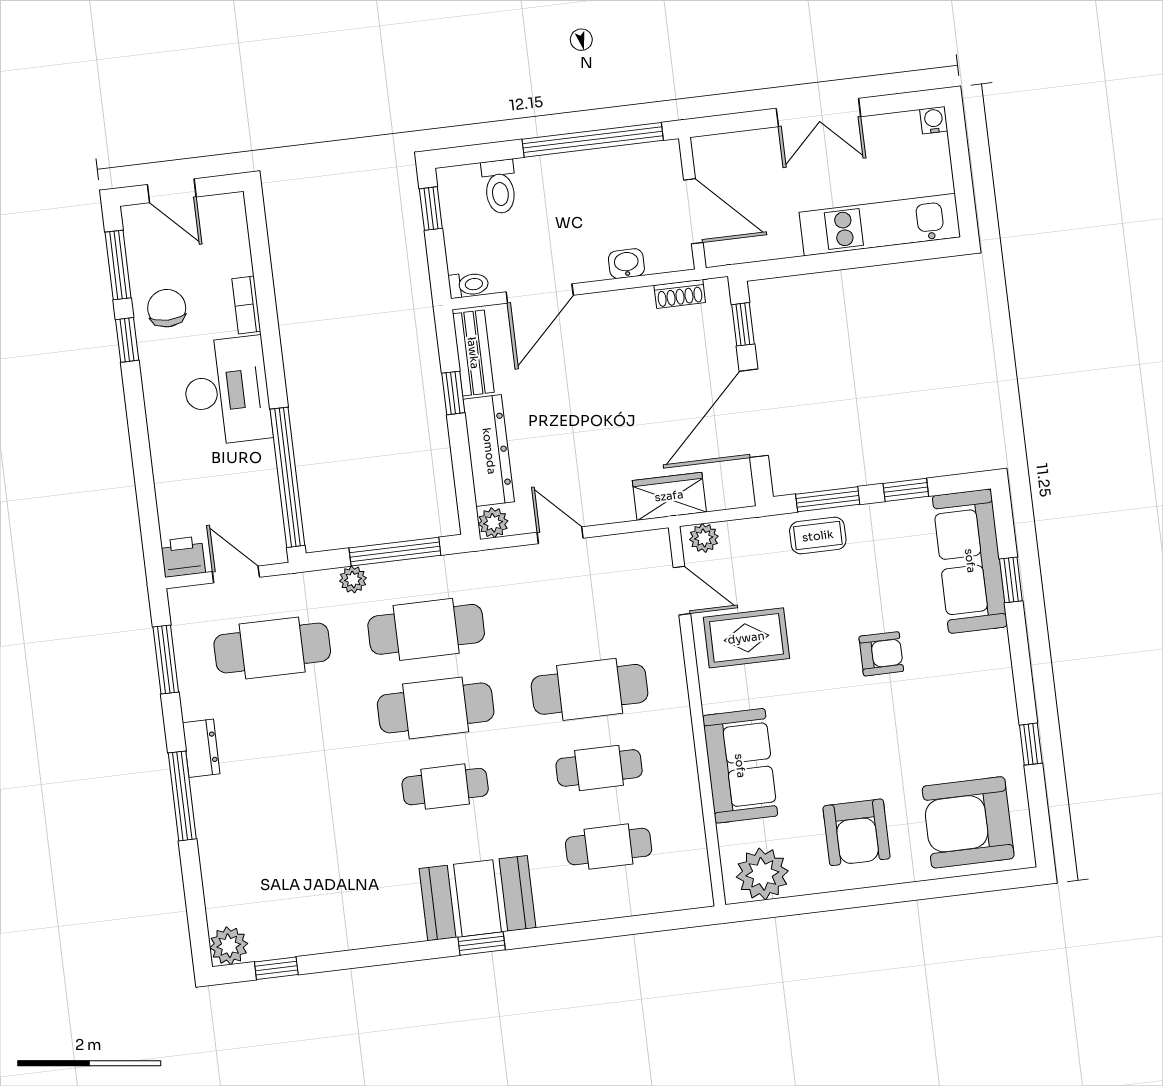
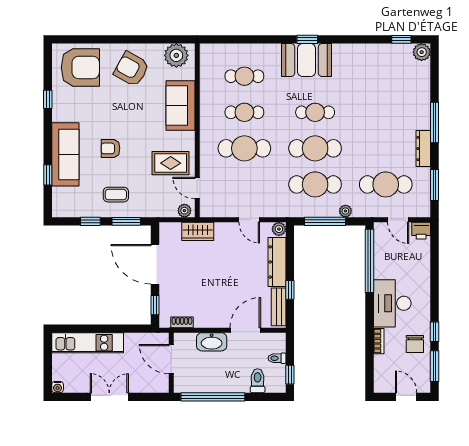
washbasin: (626, 264) -> (212, 342), width x1.91, depth x1.45
toilet: (469, 285) -> (277, 358), moved
door: (754, 413) -> (155, 264), swing flipped
coffee table: (818, 536) -> (116, 195), moved
sofa: (970, 561) -> (65, 154), moved
dresser: (201, 748) -> (423, 149), width x1.44
armchair: (857, 832) -> (131, 69), turned -61

